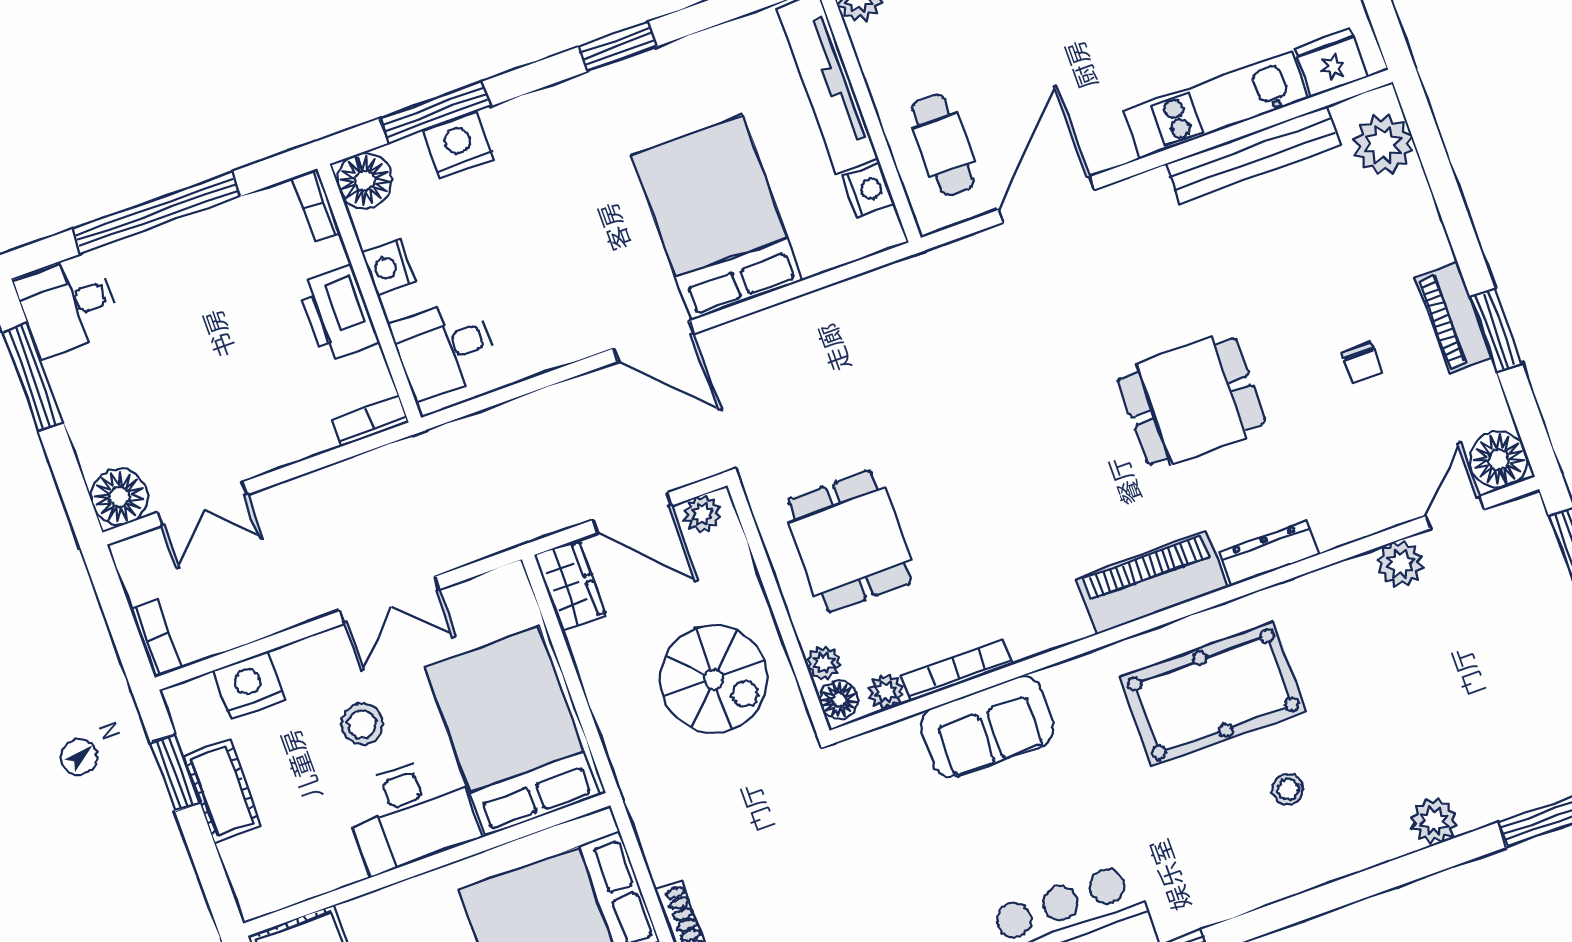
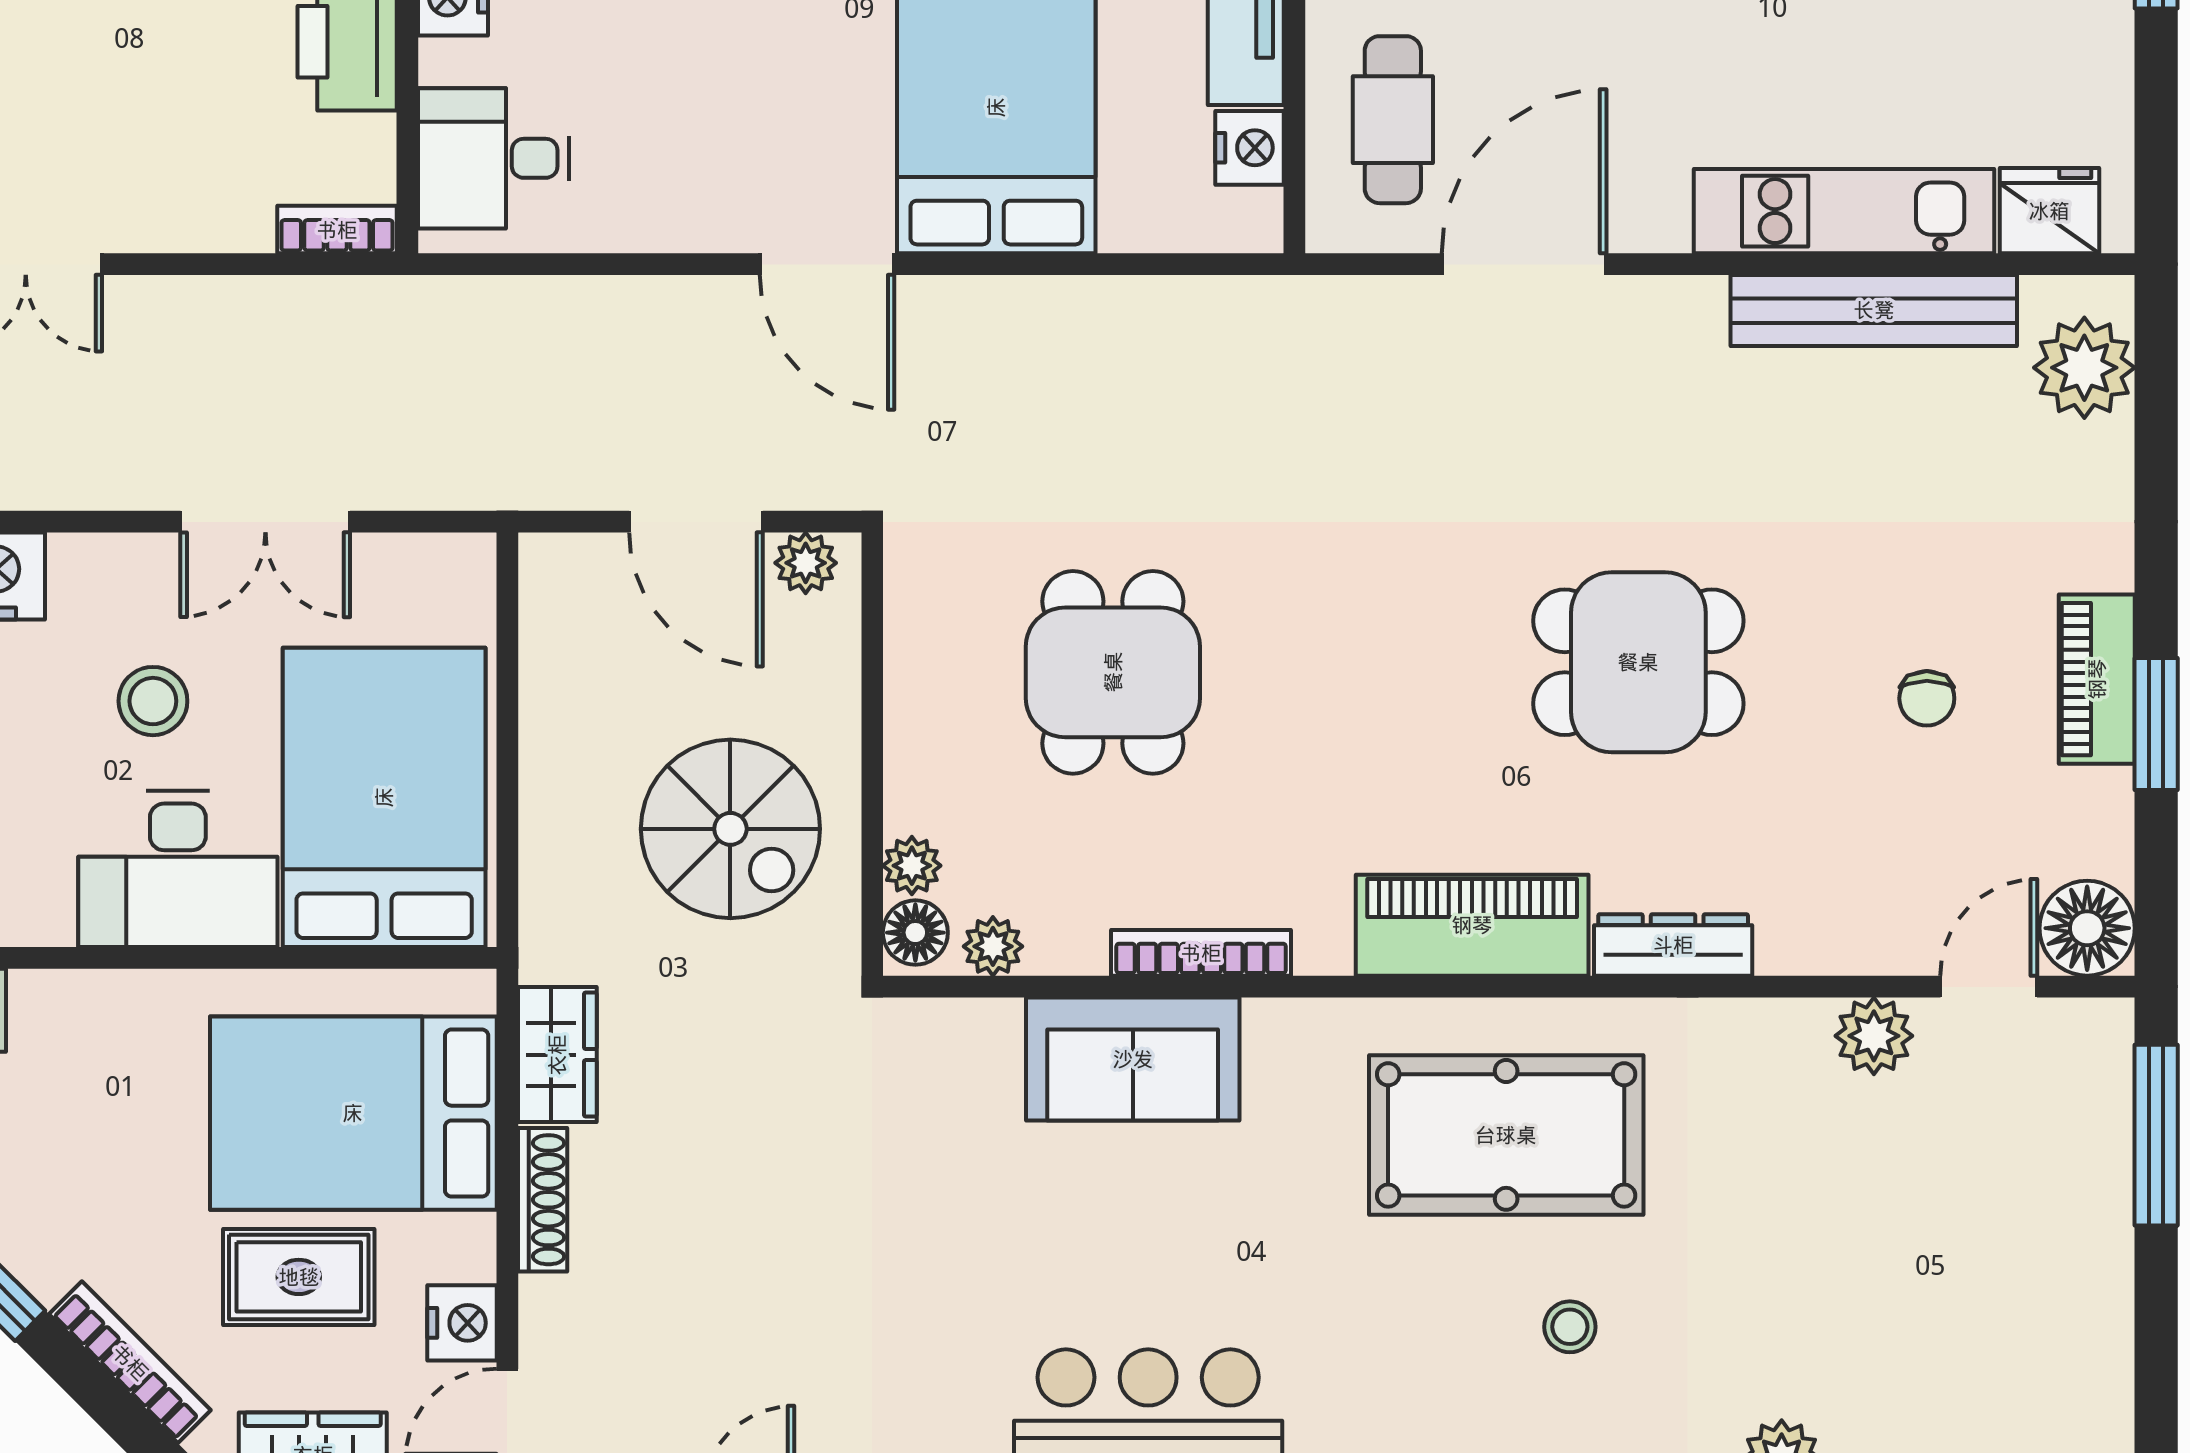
dining table: (849, 541) -> (1113, 672), moved
wardrobe: (570, 585) -> (557, 1055), moved
bookcase: (957, 670) -> (1201, 953), moved

